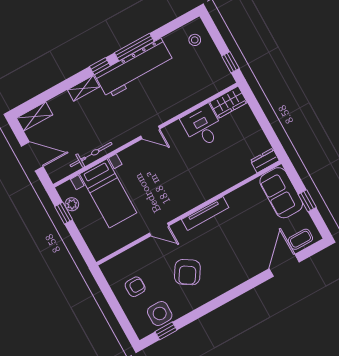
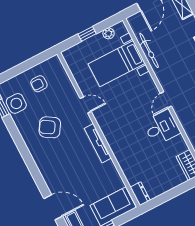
desk: (203, 126) -> (162, 127), moved
window: (64, 213) -> (87, 34), moved
door: (159, 229) -> (86, 105), swing flipped
armchair: (135, 287) -> (39, 84), turned 90

